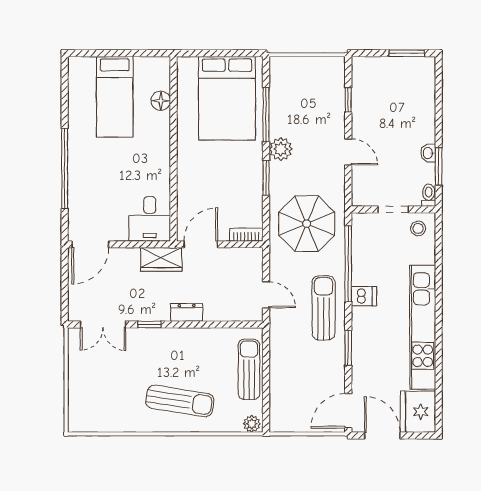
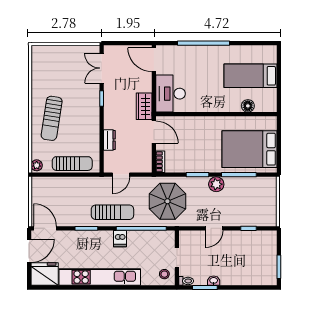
desk: (150, 219) -> (171, 94), width x1.37
dresser: (187, 312) -> (109, 140), moved

